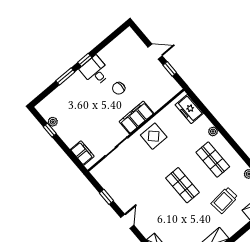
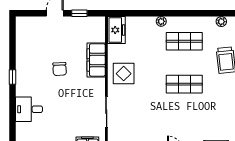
desk: (95, 71) -> (29, 109), moved
window: (65, 76) -> (13, 105), removed
freezer: (189, 109) -> (116, 30), moved, turned -90
filing cabinet: (136, 117) -> (96, 60), moved

